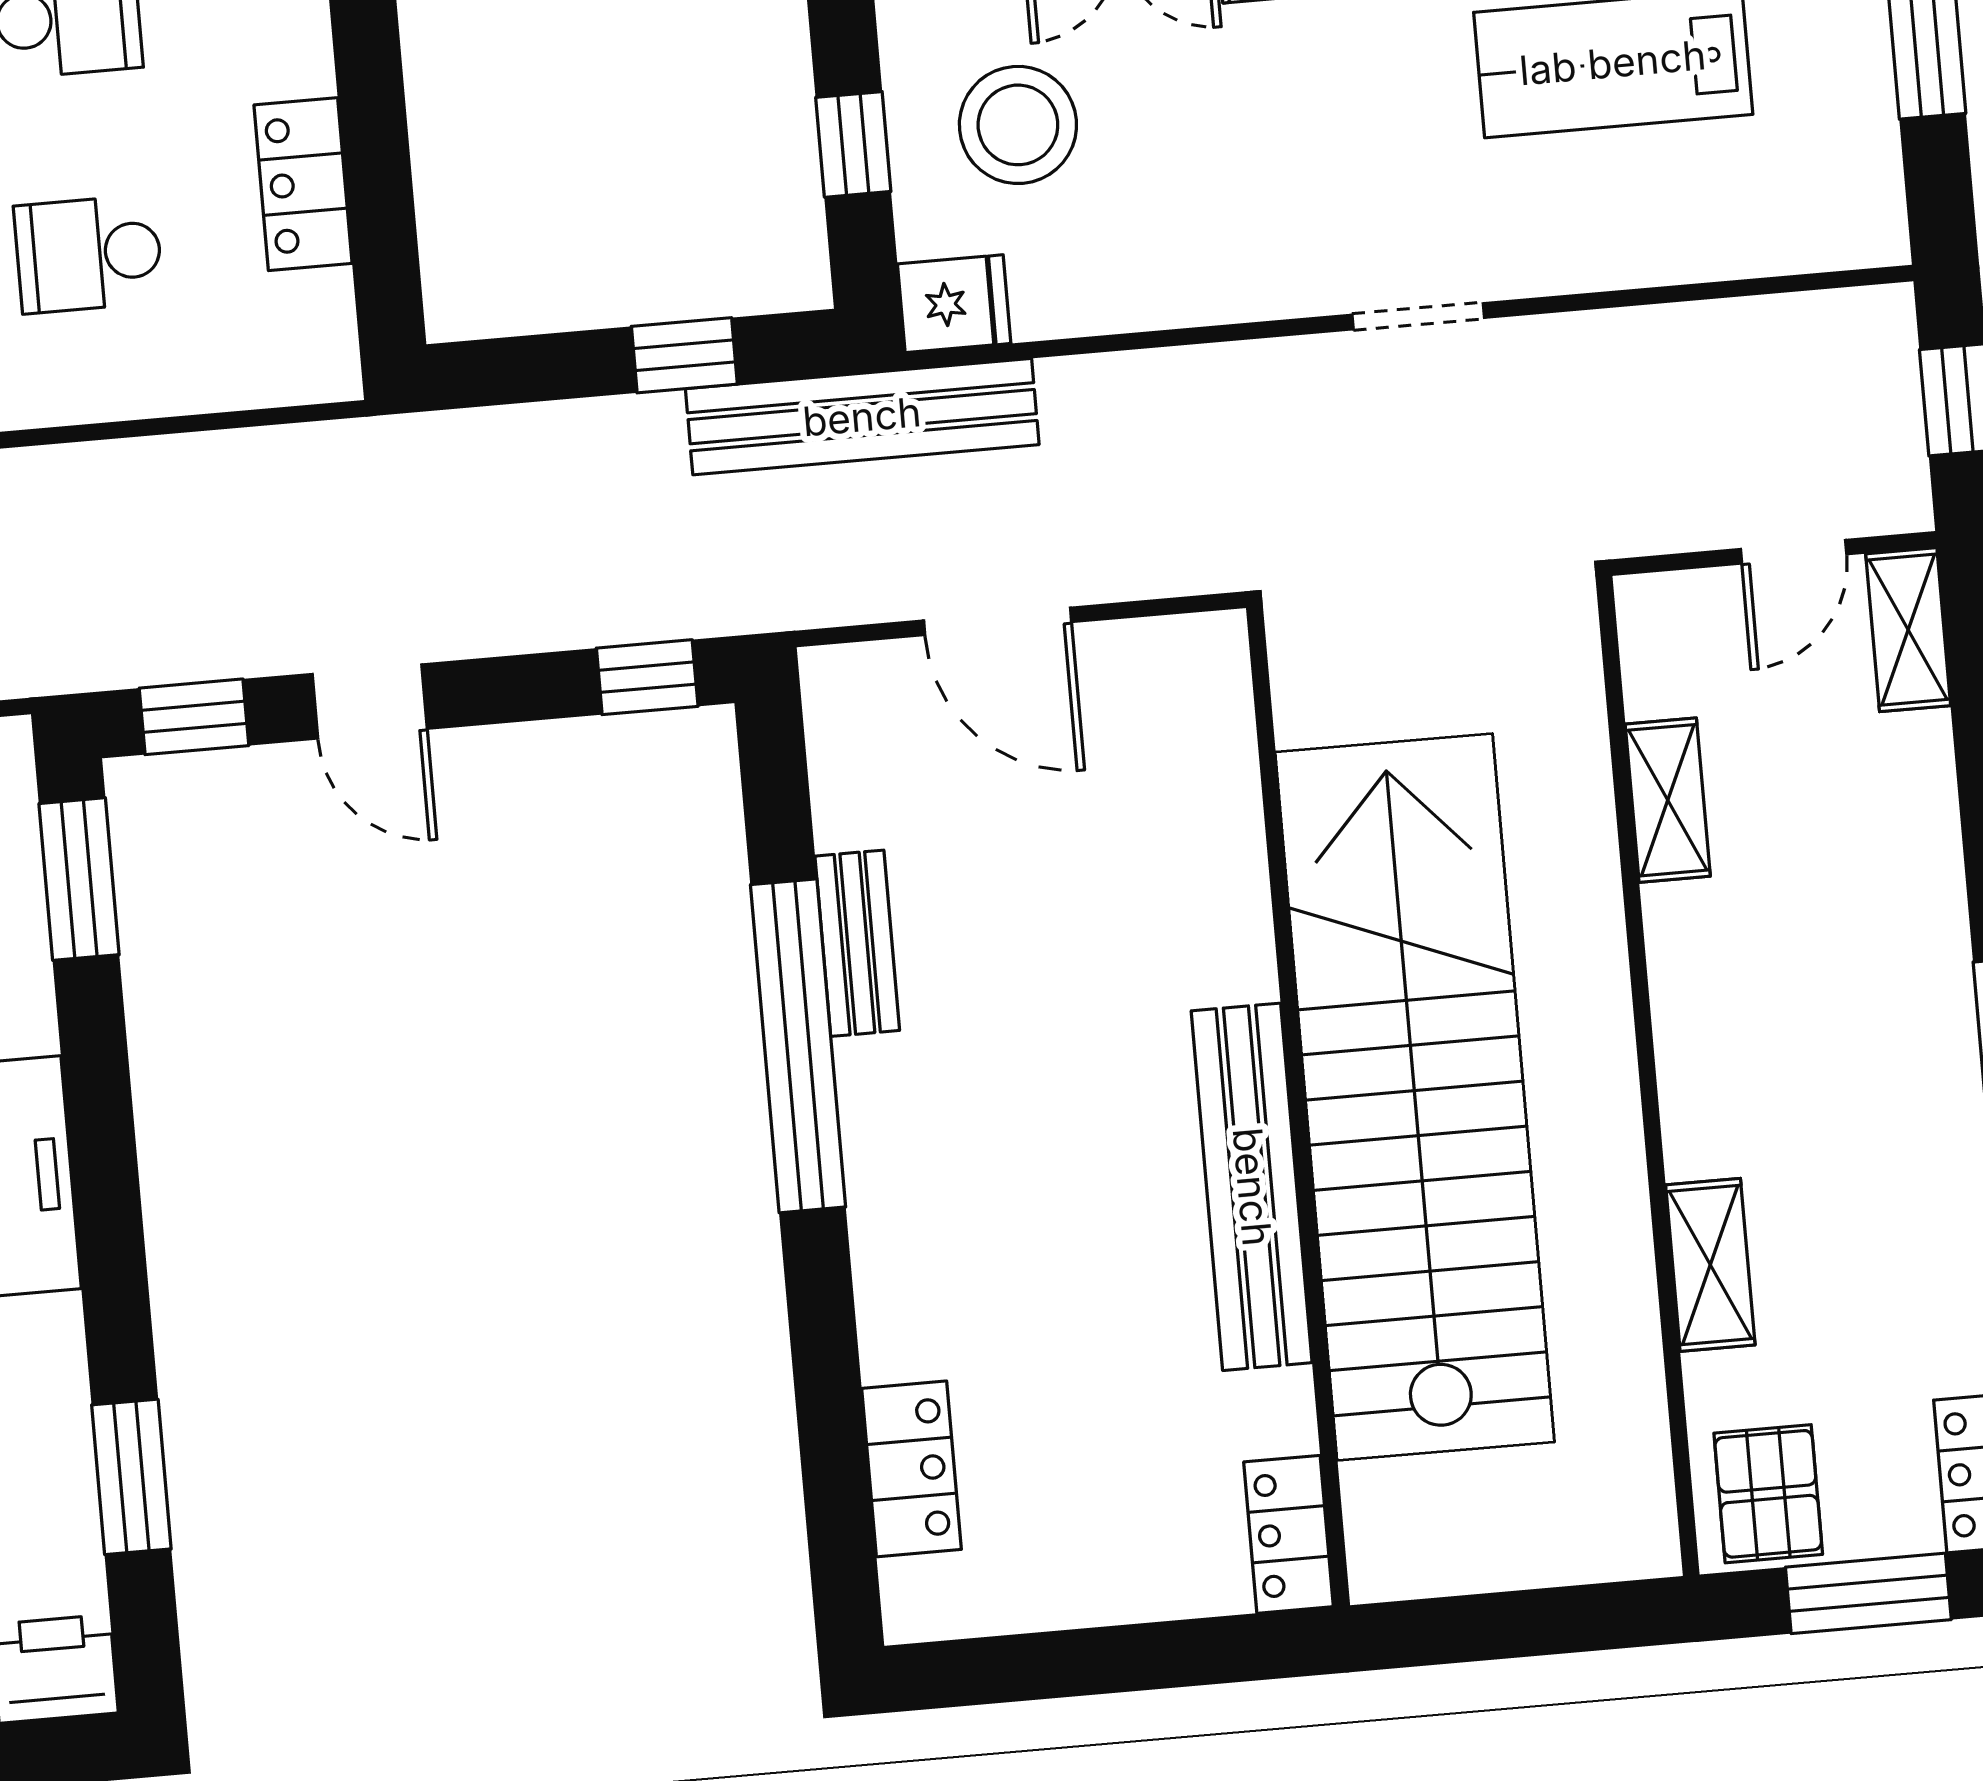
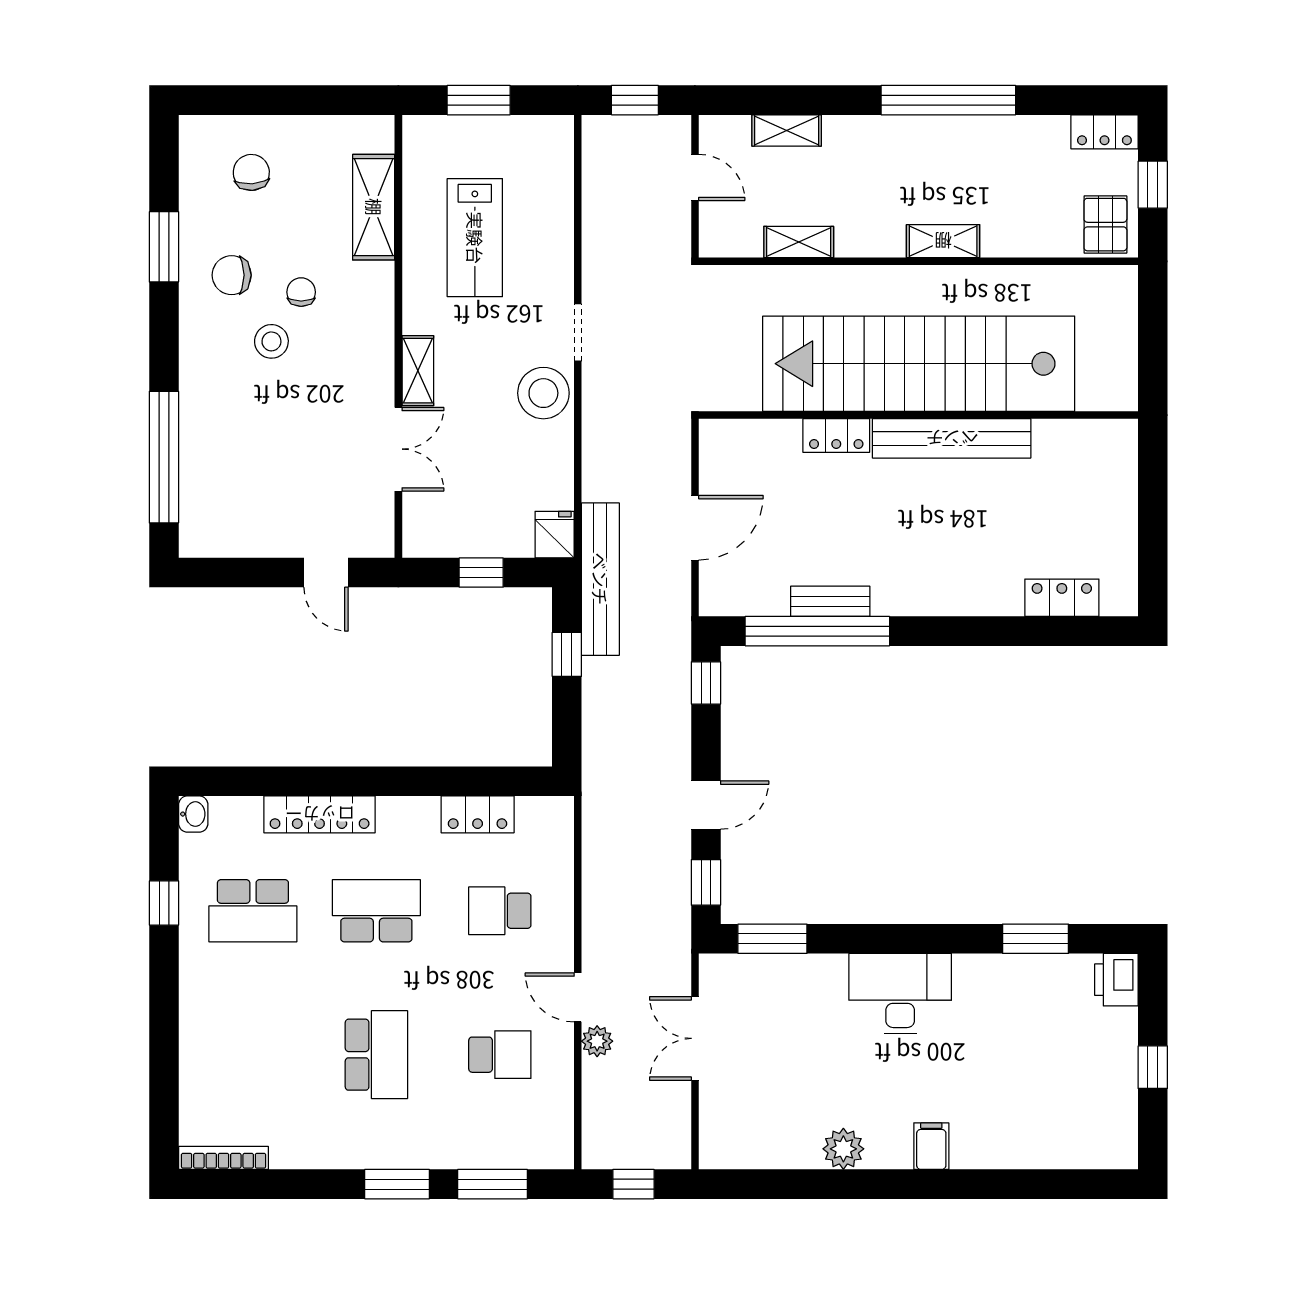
stool: (1018, 125) -> (543, 393), moved
school desk: (89, 254) -> (500, 911), turned 90
shelving: (1908, 630) -> (787, 130), moved
window: (798, 1046) -> (817, 631), moved
shelving: (1710, 1265) -> (943, 241), moved
pallet: (1768, 1494) -> (1105, 225), turned 90
locker: (1289, 1534) -> (836, 436), moved
window: (1868, 1593) -> (1153, 185), width x0.67

